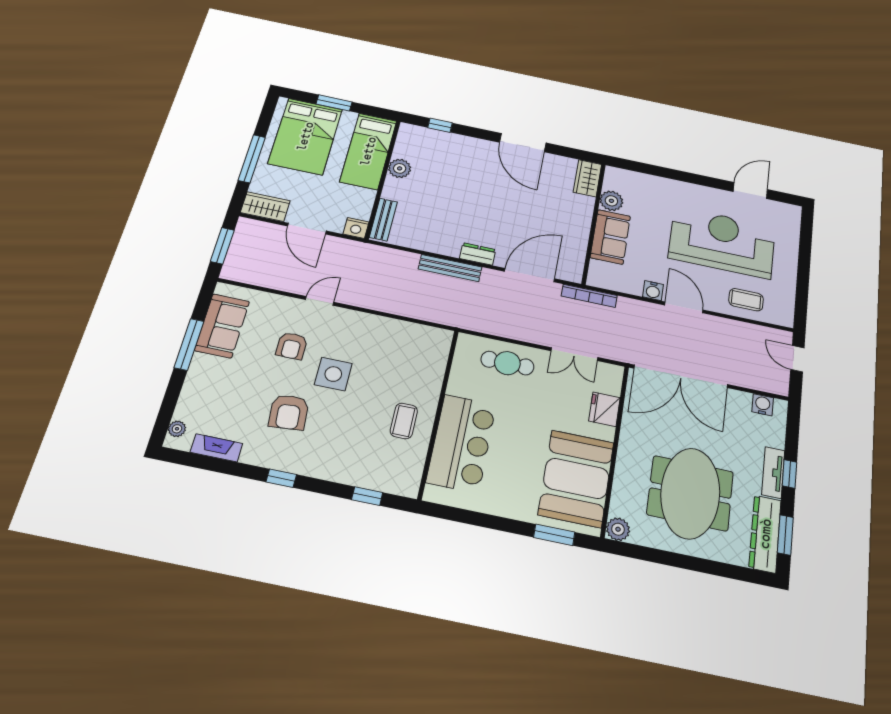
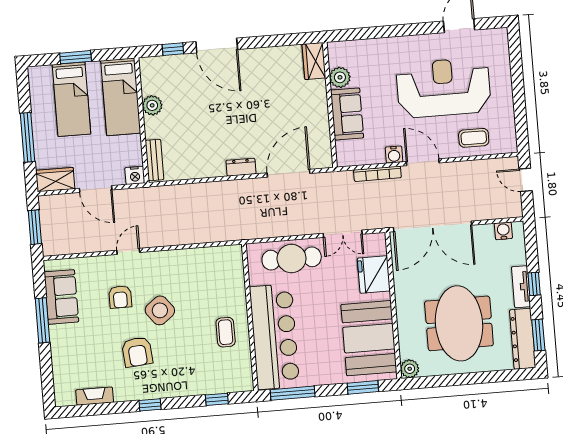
bed: (305, 136) -> (71, 99), width x0.67
door: (523, 143) -> (217, 46), moved
bench: (450, 268) -> (222, 188), removed
bookcase: (589, 296) -> (377, 174), moved
cafe table: (507, 363) -> (292, 259), width x1.37, depth x1.35
side table: (333, 374) -> (160, 310), turned -38
fridge: (604, 409) -> (374, 275), width x1.36, depth x1.34
plant: (177, 429) -> (60, 390), removed
bar counter: (461, 443) -> (274, 337), width x1.36
window: (464, 516) -> (293, 393), added

